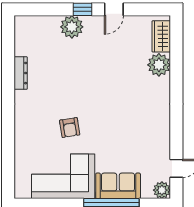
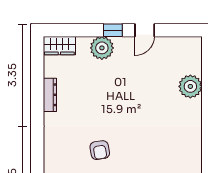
wardrobe: (161, 36) -> (59, 46), moved, turned -90

